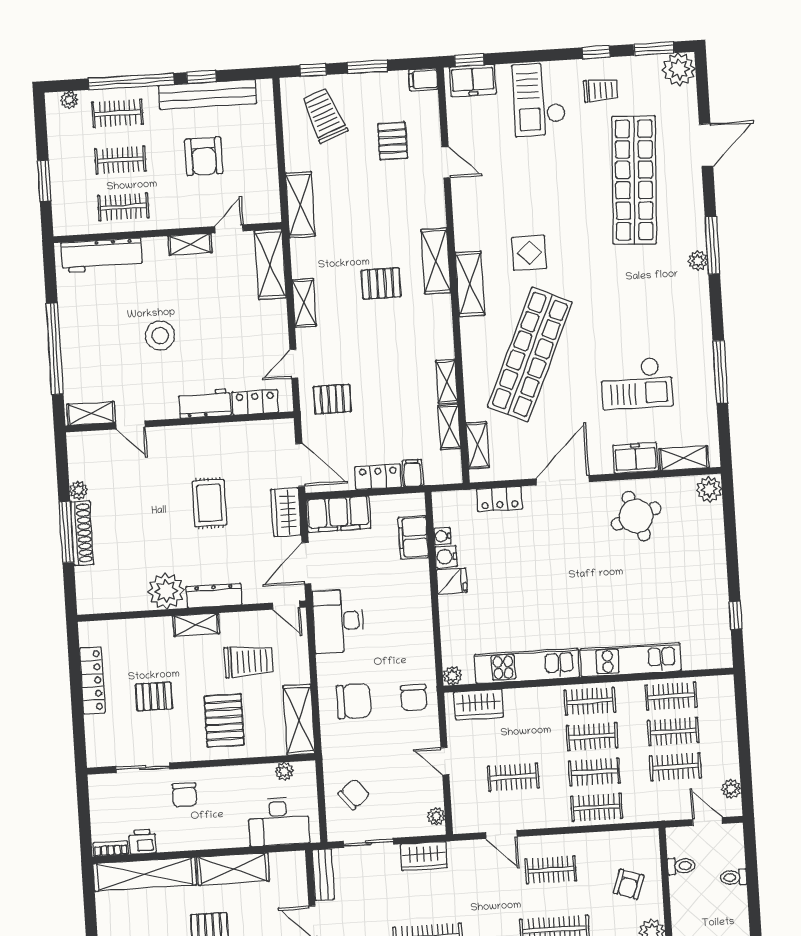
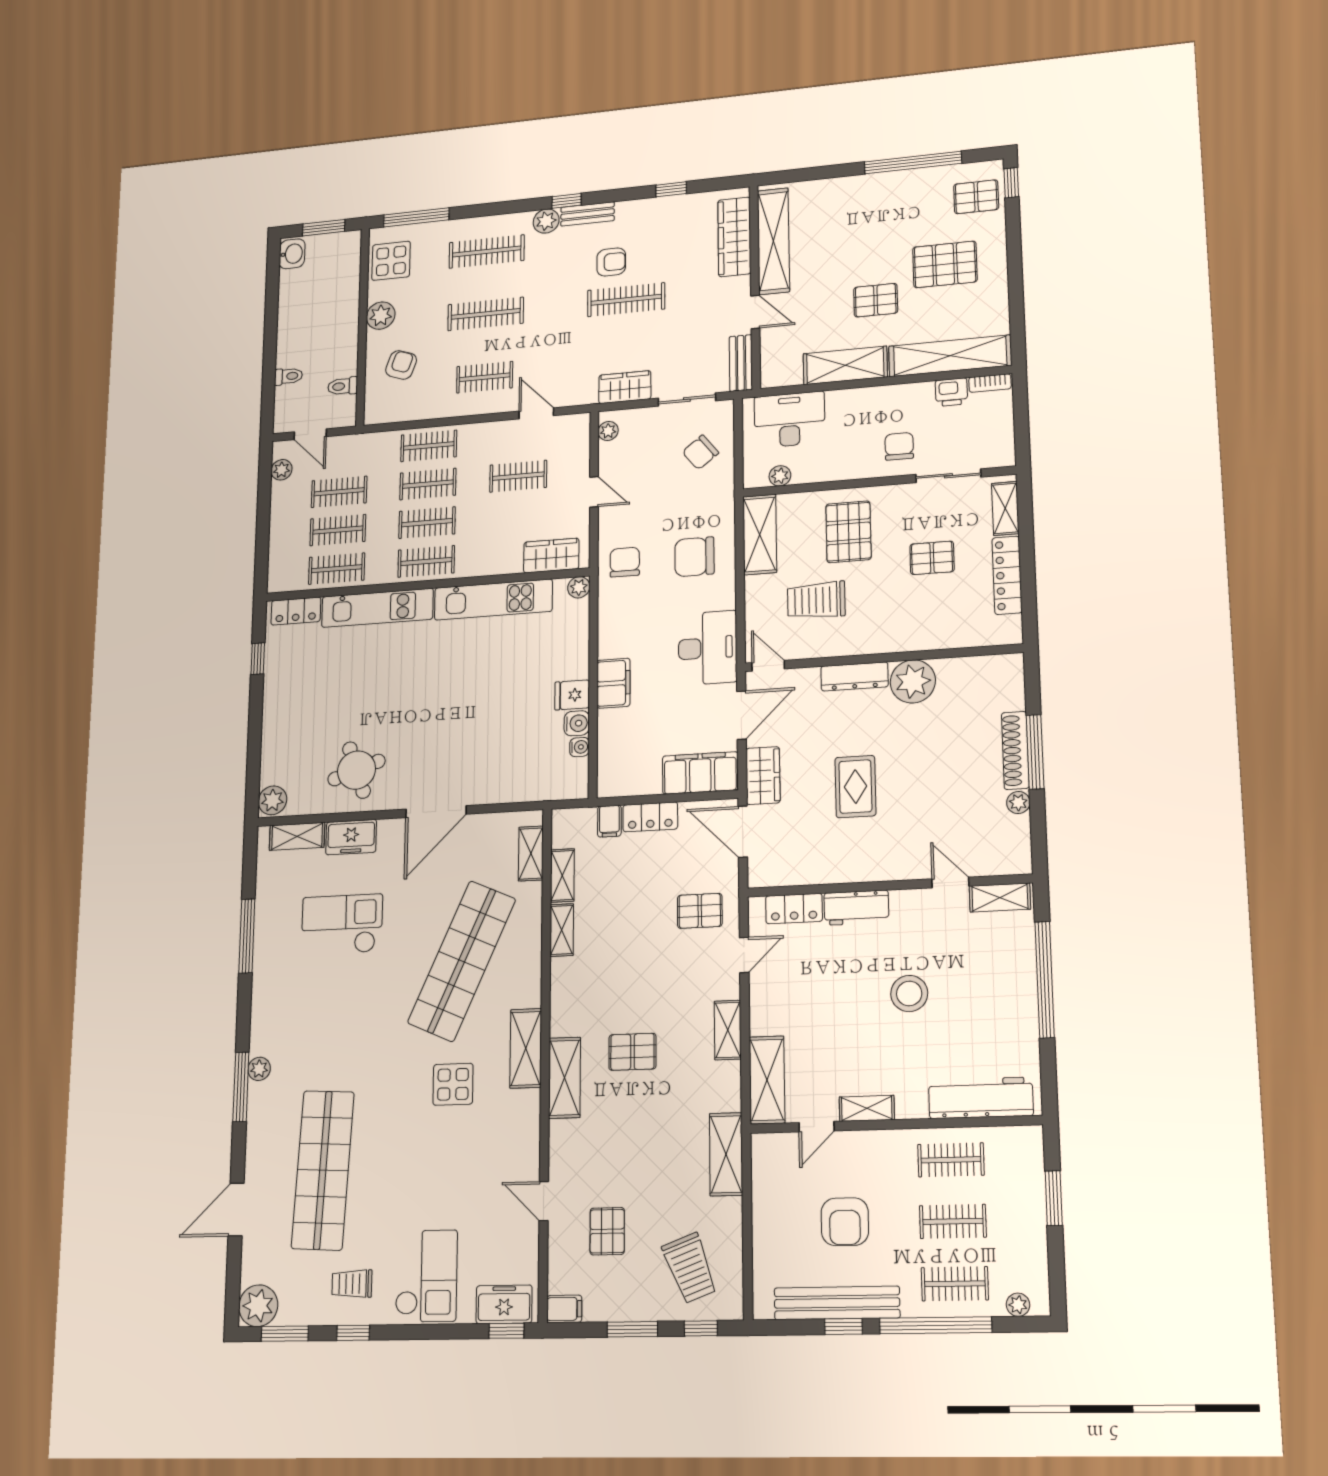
armchair: (204, 156) -> (845, 1222), turned 180
locker: (500, 499) -> (296, 611), moved, turned 180
filing cabinet: (413, 537) -> (613, 683), moved
shelving: (196, 625) -> (1005, 508), moved, turned 90

